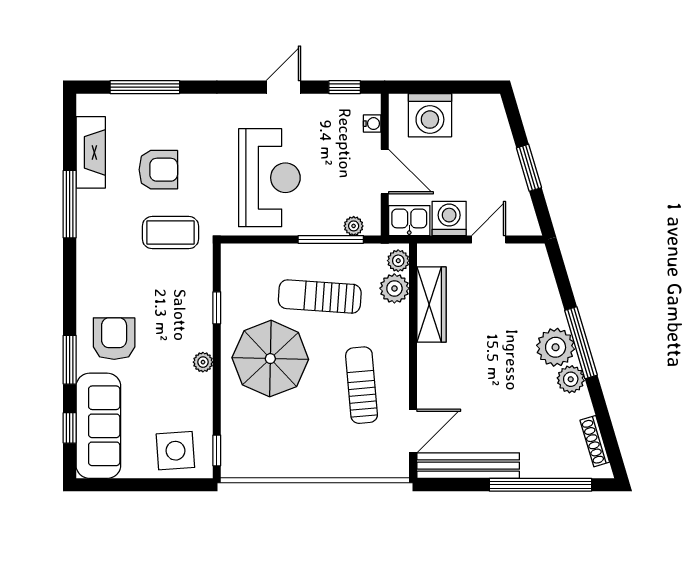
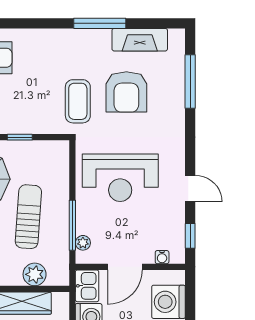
armchair: (158, 170) -> (126, 92), width x1.36, depth x1.36
plant: (398, 261) -> (56, 277), removed

